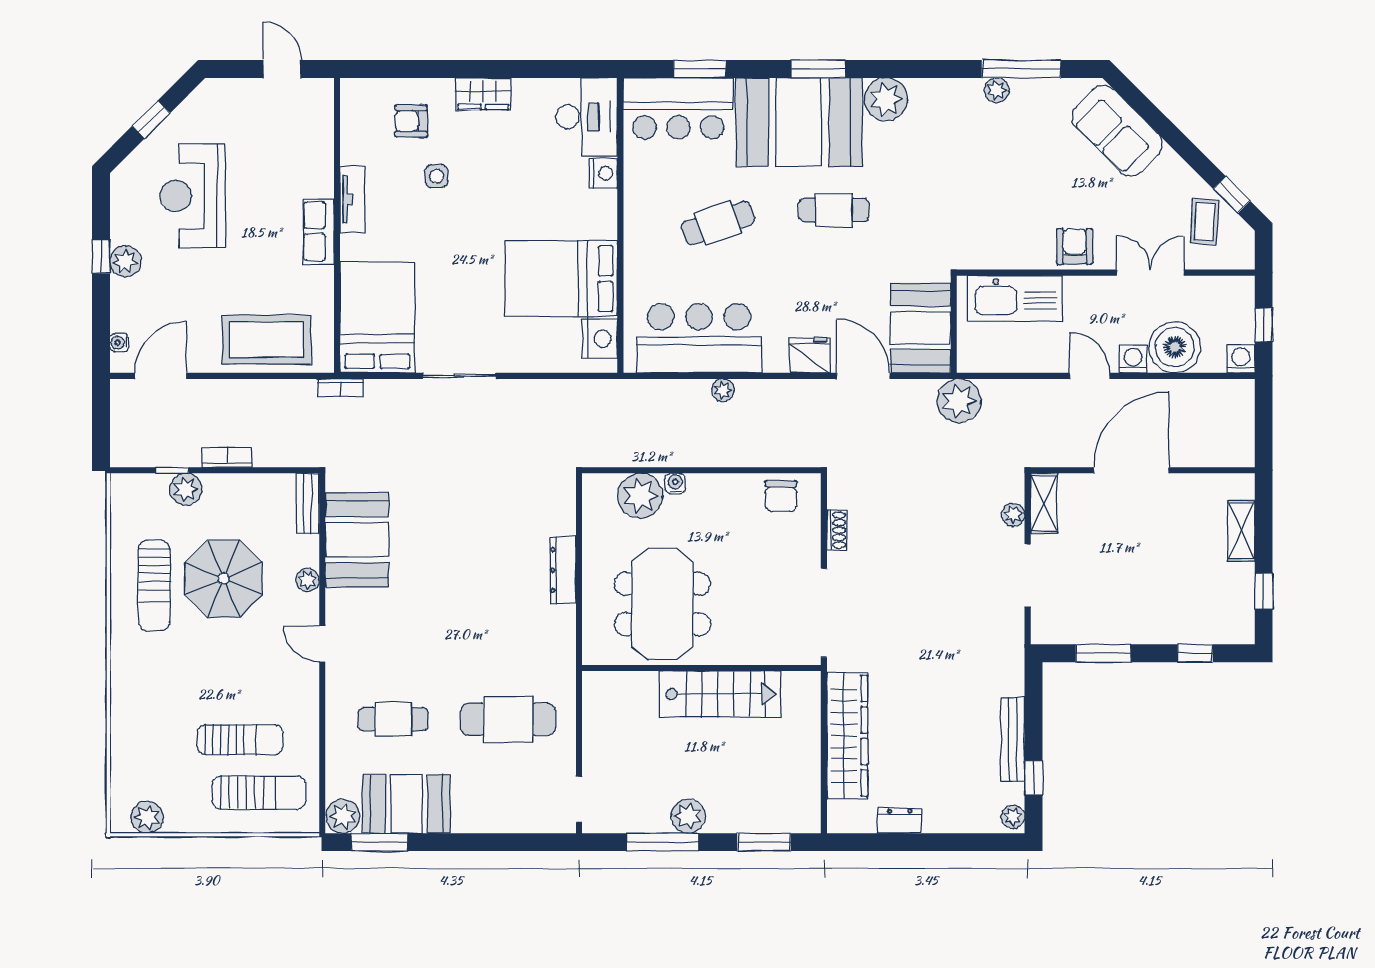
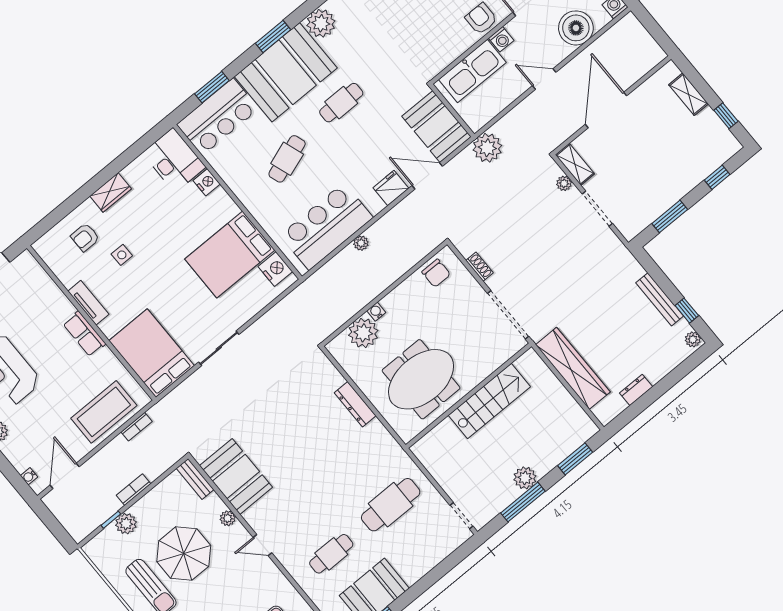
washing machine: (1133, 359) -> (501, 39), moved, turned 180
bookcase: (340, 388) -> (137, 427), moved
meeting table: (662, 604) -> (421, 379), turned 90

